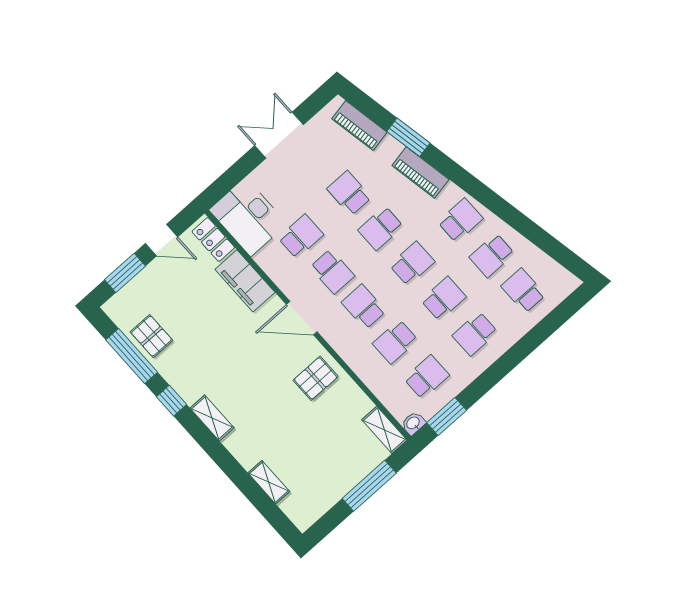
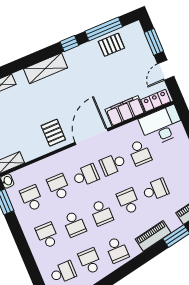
door: (302, 318) -> (92, 137), width x1.36
school desk: (427, 377) -> (32, 198), turned 180
shelving: (212, 418) -> (45, 68), width x1.50, depth x1.33

